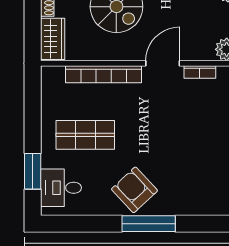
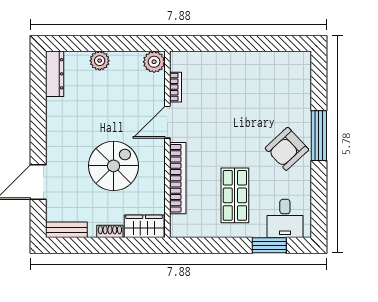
door: (163, 63) -> (167, 122), hinge flipped

